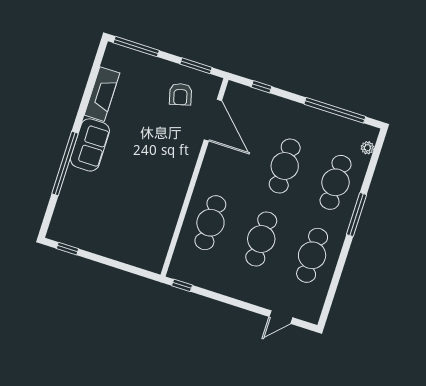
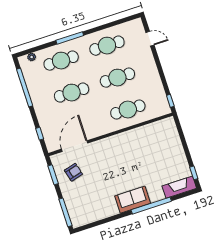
fireplace: (102, 94) -> (179, 187), moved

